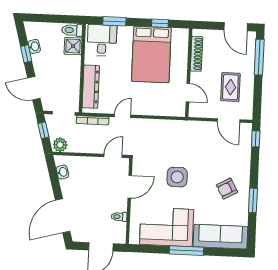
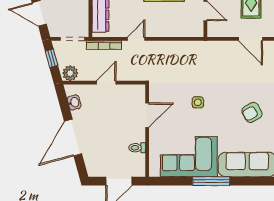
door: (113, 156) -> (106, 83), moved
side table: (177, 177) -> (198, 102), width x0.54, depth x0.54
door: (63, 216) -> (73, 138), moved

